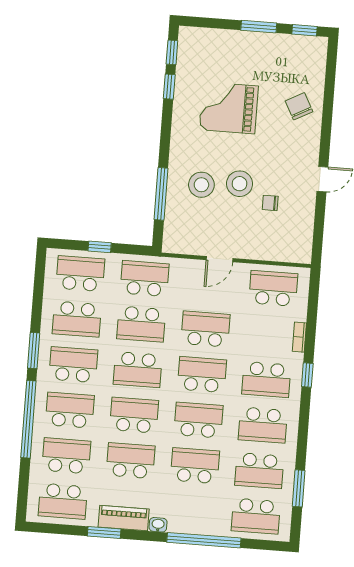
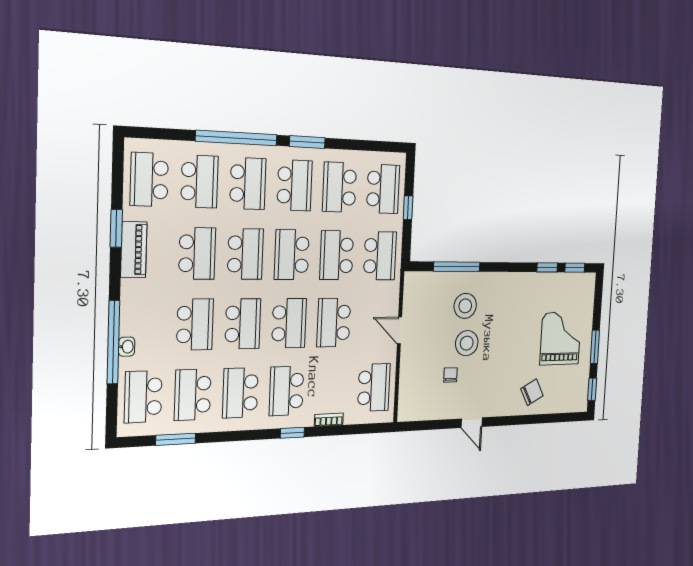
grand piano: (229, 108) -> (560, 338), moved
school desk: (205, 329) -> (334, 323), turned 180
washbasin: (158, 525) -> (127, 347), moved

